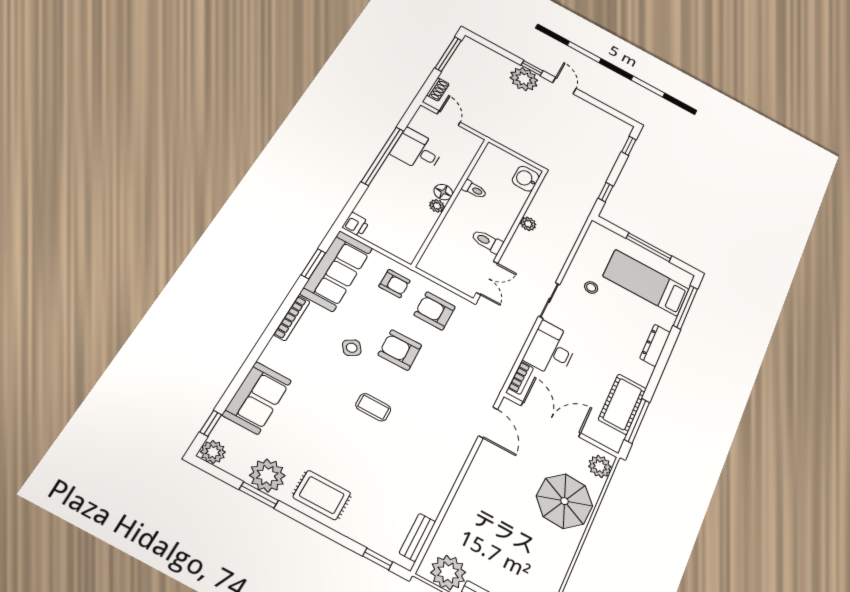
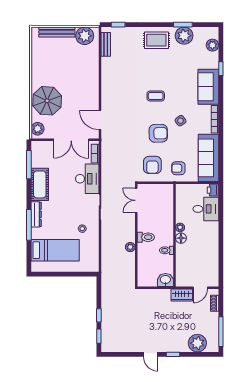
plant: (524, 79) -> (197, 343), moved
door: (449, 118) -> (200, 288), hinge flipped
wardrobe: (482, 125) -> (182, 295), added
desk: (417, 151) -> (206, 209), moved
window: (383, 156) -> (221, 240), removed
washbasin: (526, 179) -> (165, 280), moved, turned -90
window: (606, 192) -> (99, 315), moved
toilet: (487, 241) -> (146, 237), moved
window: (649, 247) -> (62, 274), removed
window: (313, 264) -> (221, 155), removed
window: (685, 307) -> (29, 225), moved
armchair: (435, 311) -> (152, 165), turned 90
sofa: (257, 398) -> (208, 87), moved
cot: (622, 404) -> (40, 184), moved
window: (211, 423) -> (221, 69), moved
plant: (213, 452) -> (212, 45), moved

